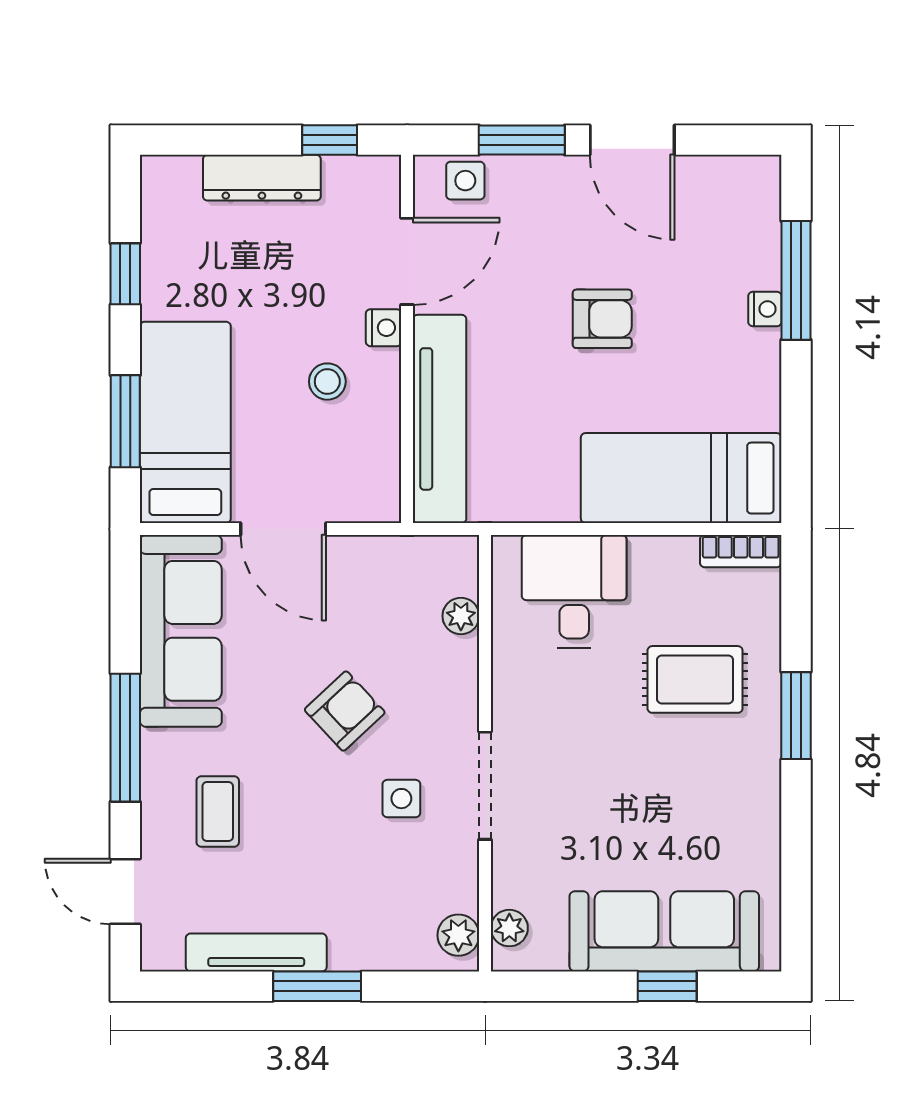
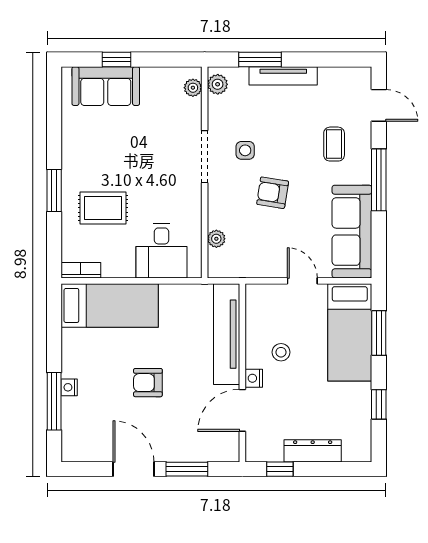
side table: (465, 181) -> (214, 449), removed
door: (283, 529) -> (302, 281), width x0.73
armchair: (345, 711) -> (273, 193), turned 52
sofa: (664, 931) -> (106, 86), width x0.73
tv unit: (256, 952) -> (283, 76), moved
window: (317, 986) -> (260, 60), moved

